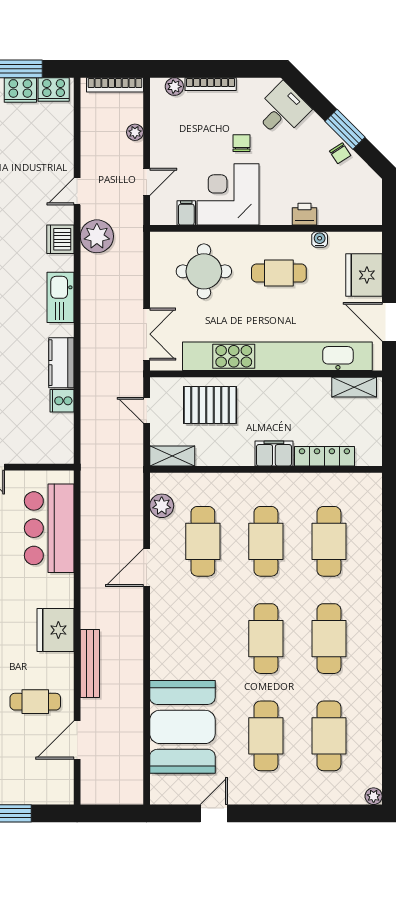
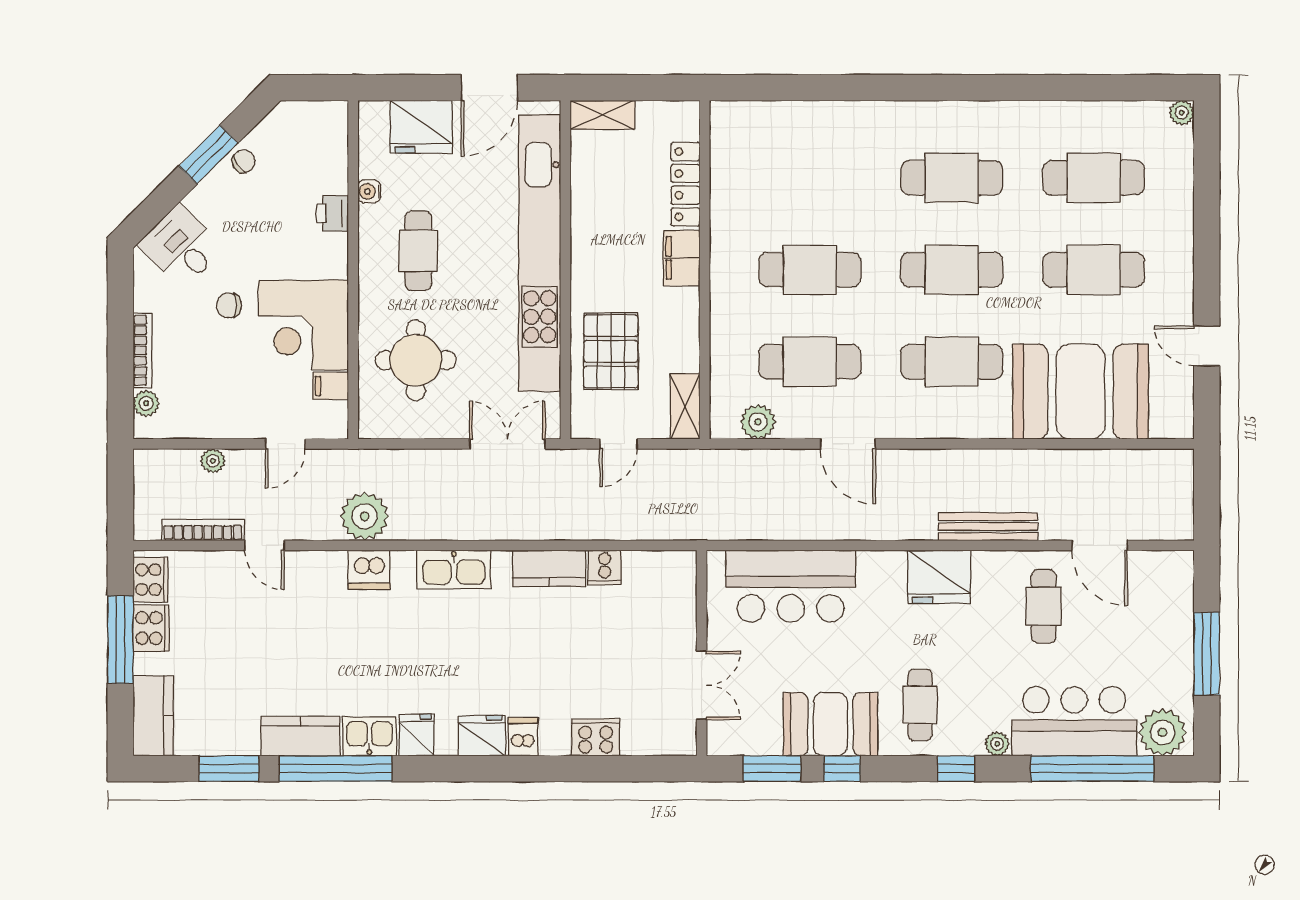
bookcase: (115, 85) -> (203, 530), moved, turned -90
door: (147, 182) -> (285, 444), swing flipped
door: (77, 191) -> (265, 545), moved
shelving: (354, 387) -> (602, 115), moved, turned 90
cafe table: (329, 541) -> (952, 362), moved

